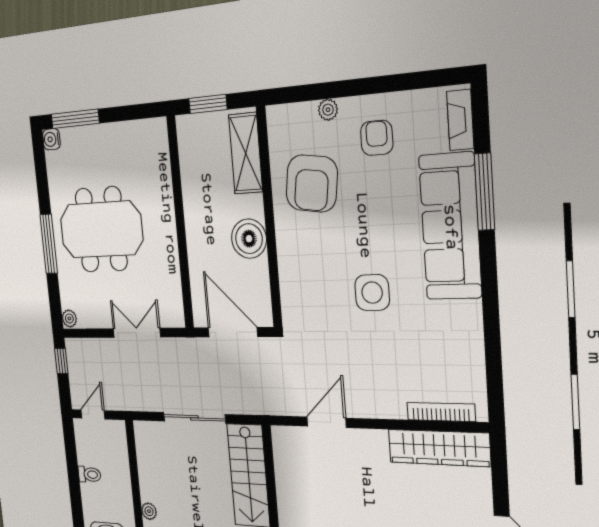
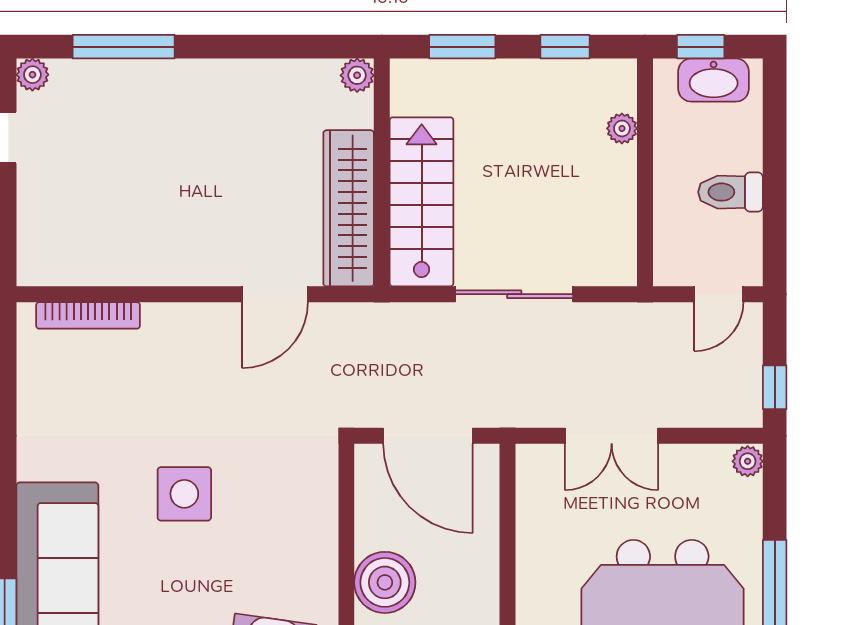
wardrobe: (439, 448) -> (349, 208), moved, turned -90
toilet: (89, 474) -> (731, 192), width x1.37, depth x1.39

